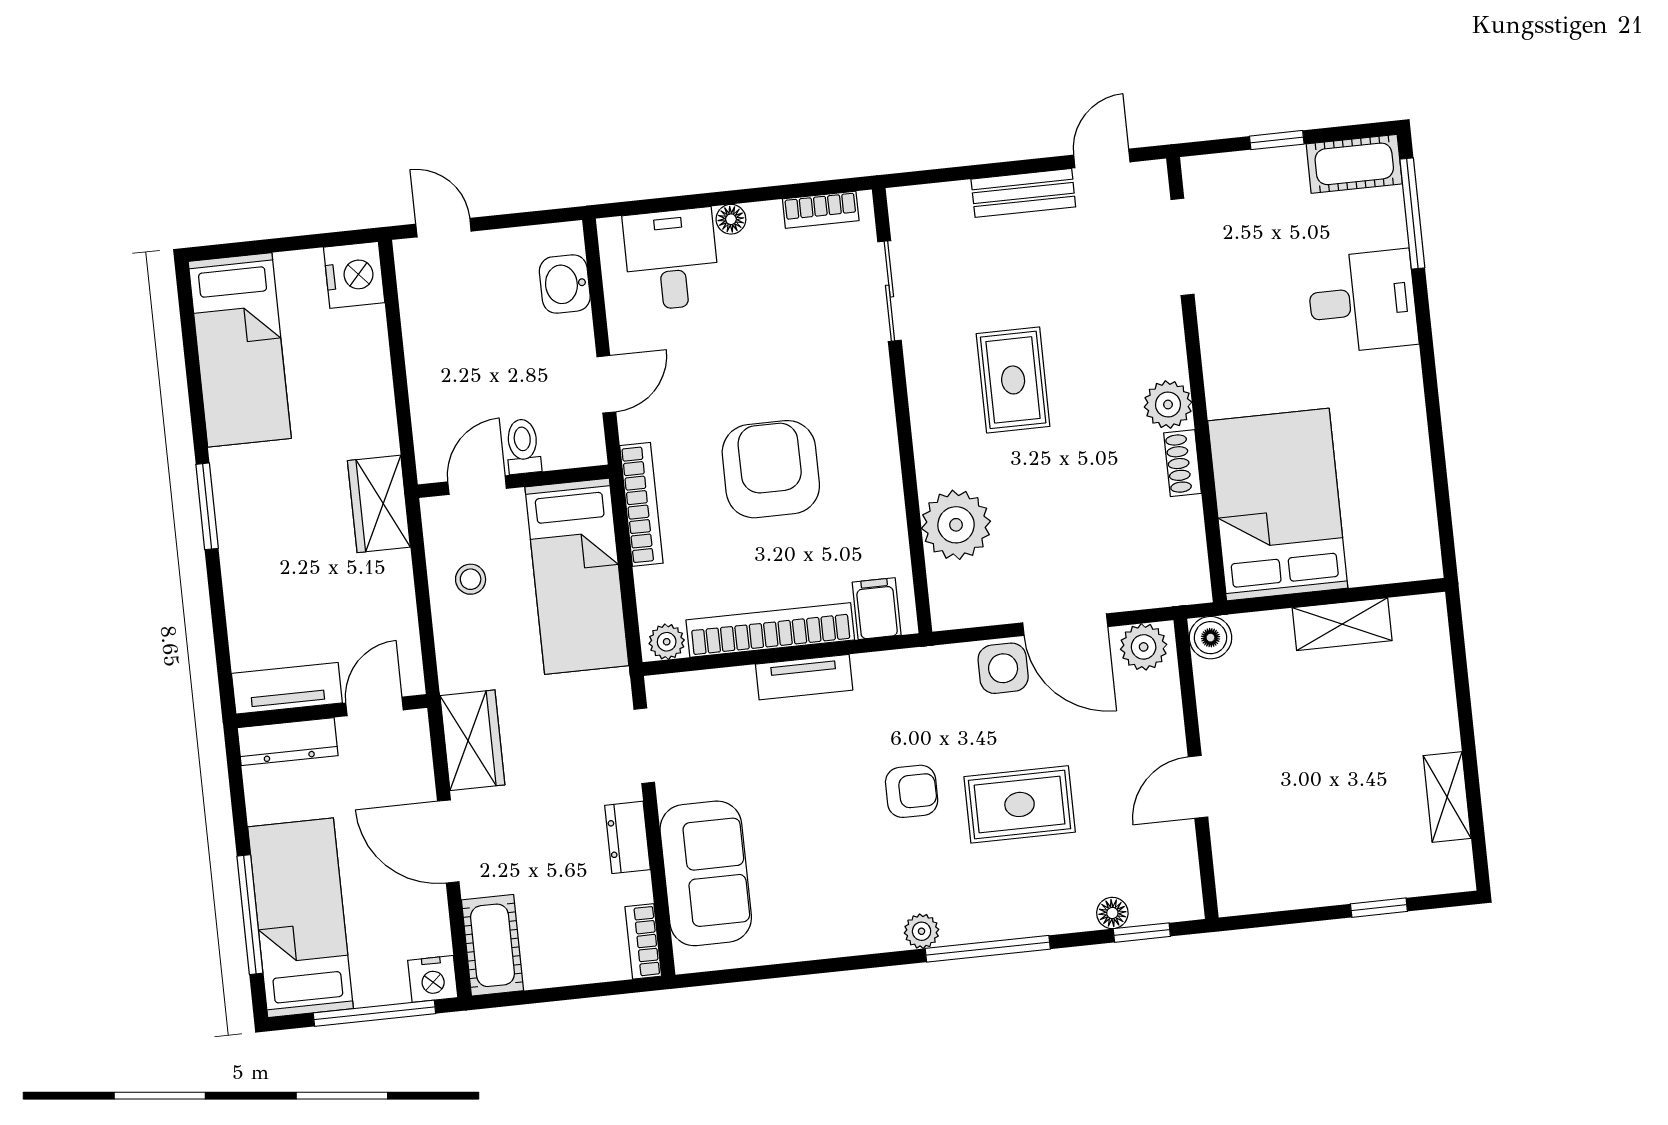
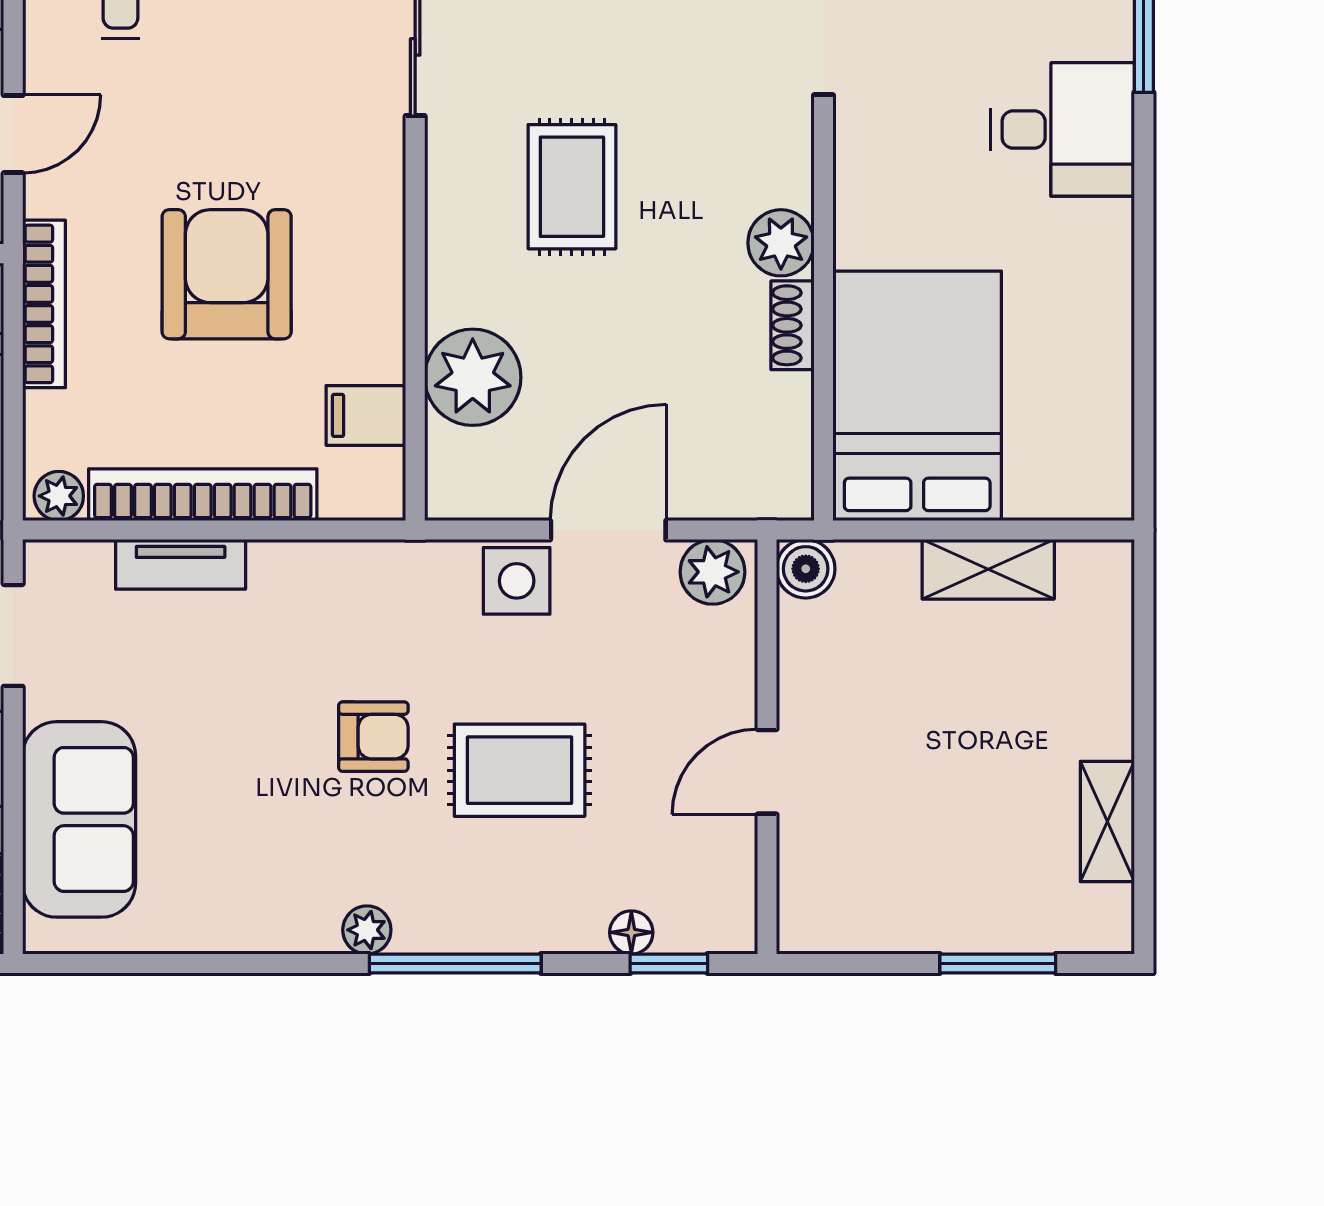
filing cabinet: (877, 609) -> (366, 415), moved, turned -90
door: (1065, 625) -> (608, 530), swing flipped
tv unit: (804, 677) -> (181, 564), moved
window: (1379, 908) -> (998, 964), width x1.50

